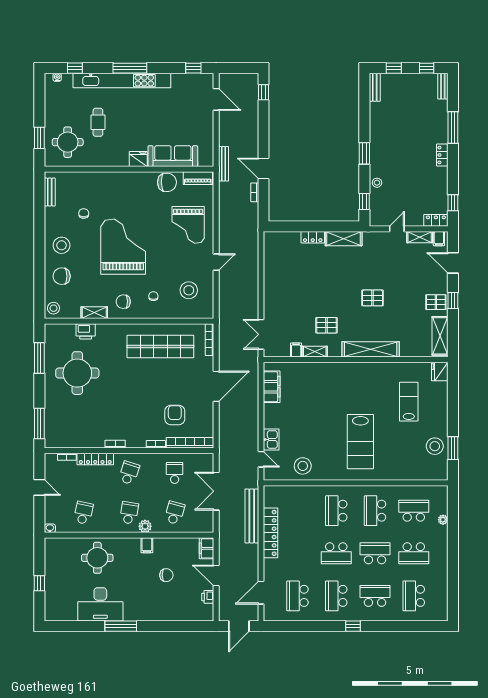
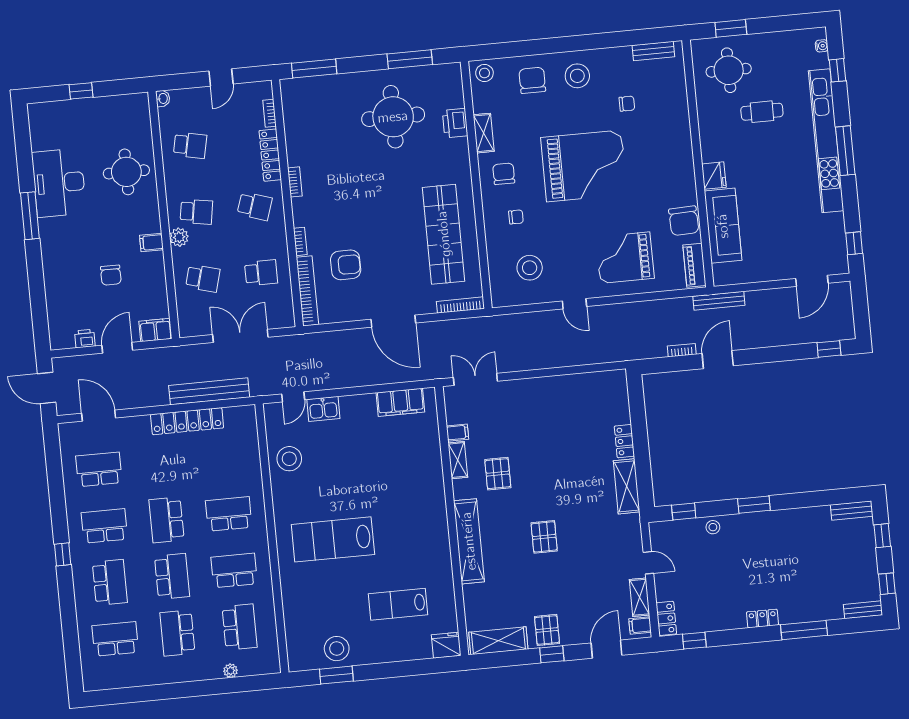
lab bench: (409, 402) -> (398, 604), turned 180

